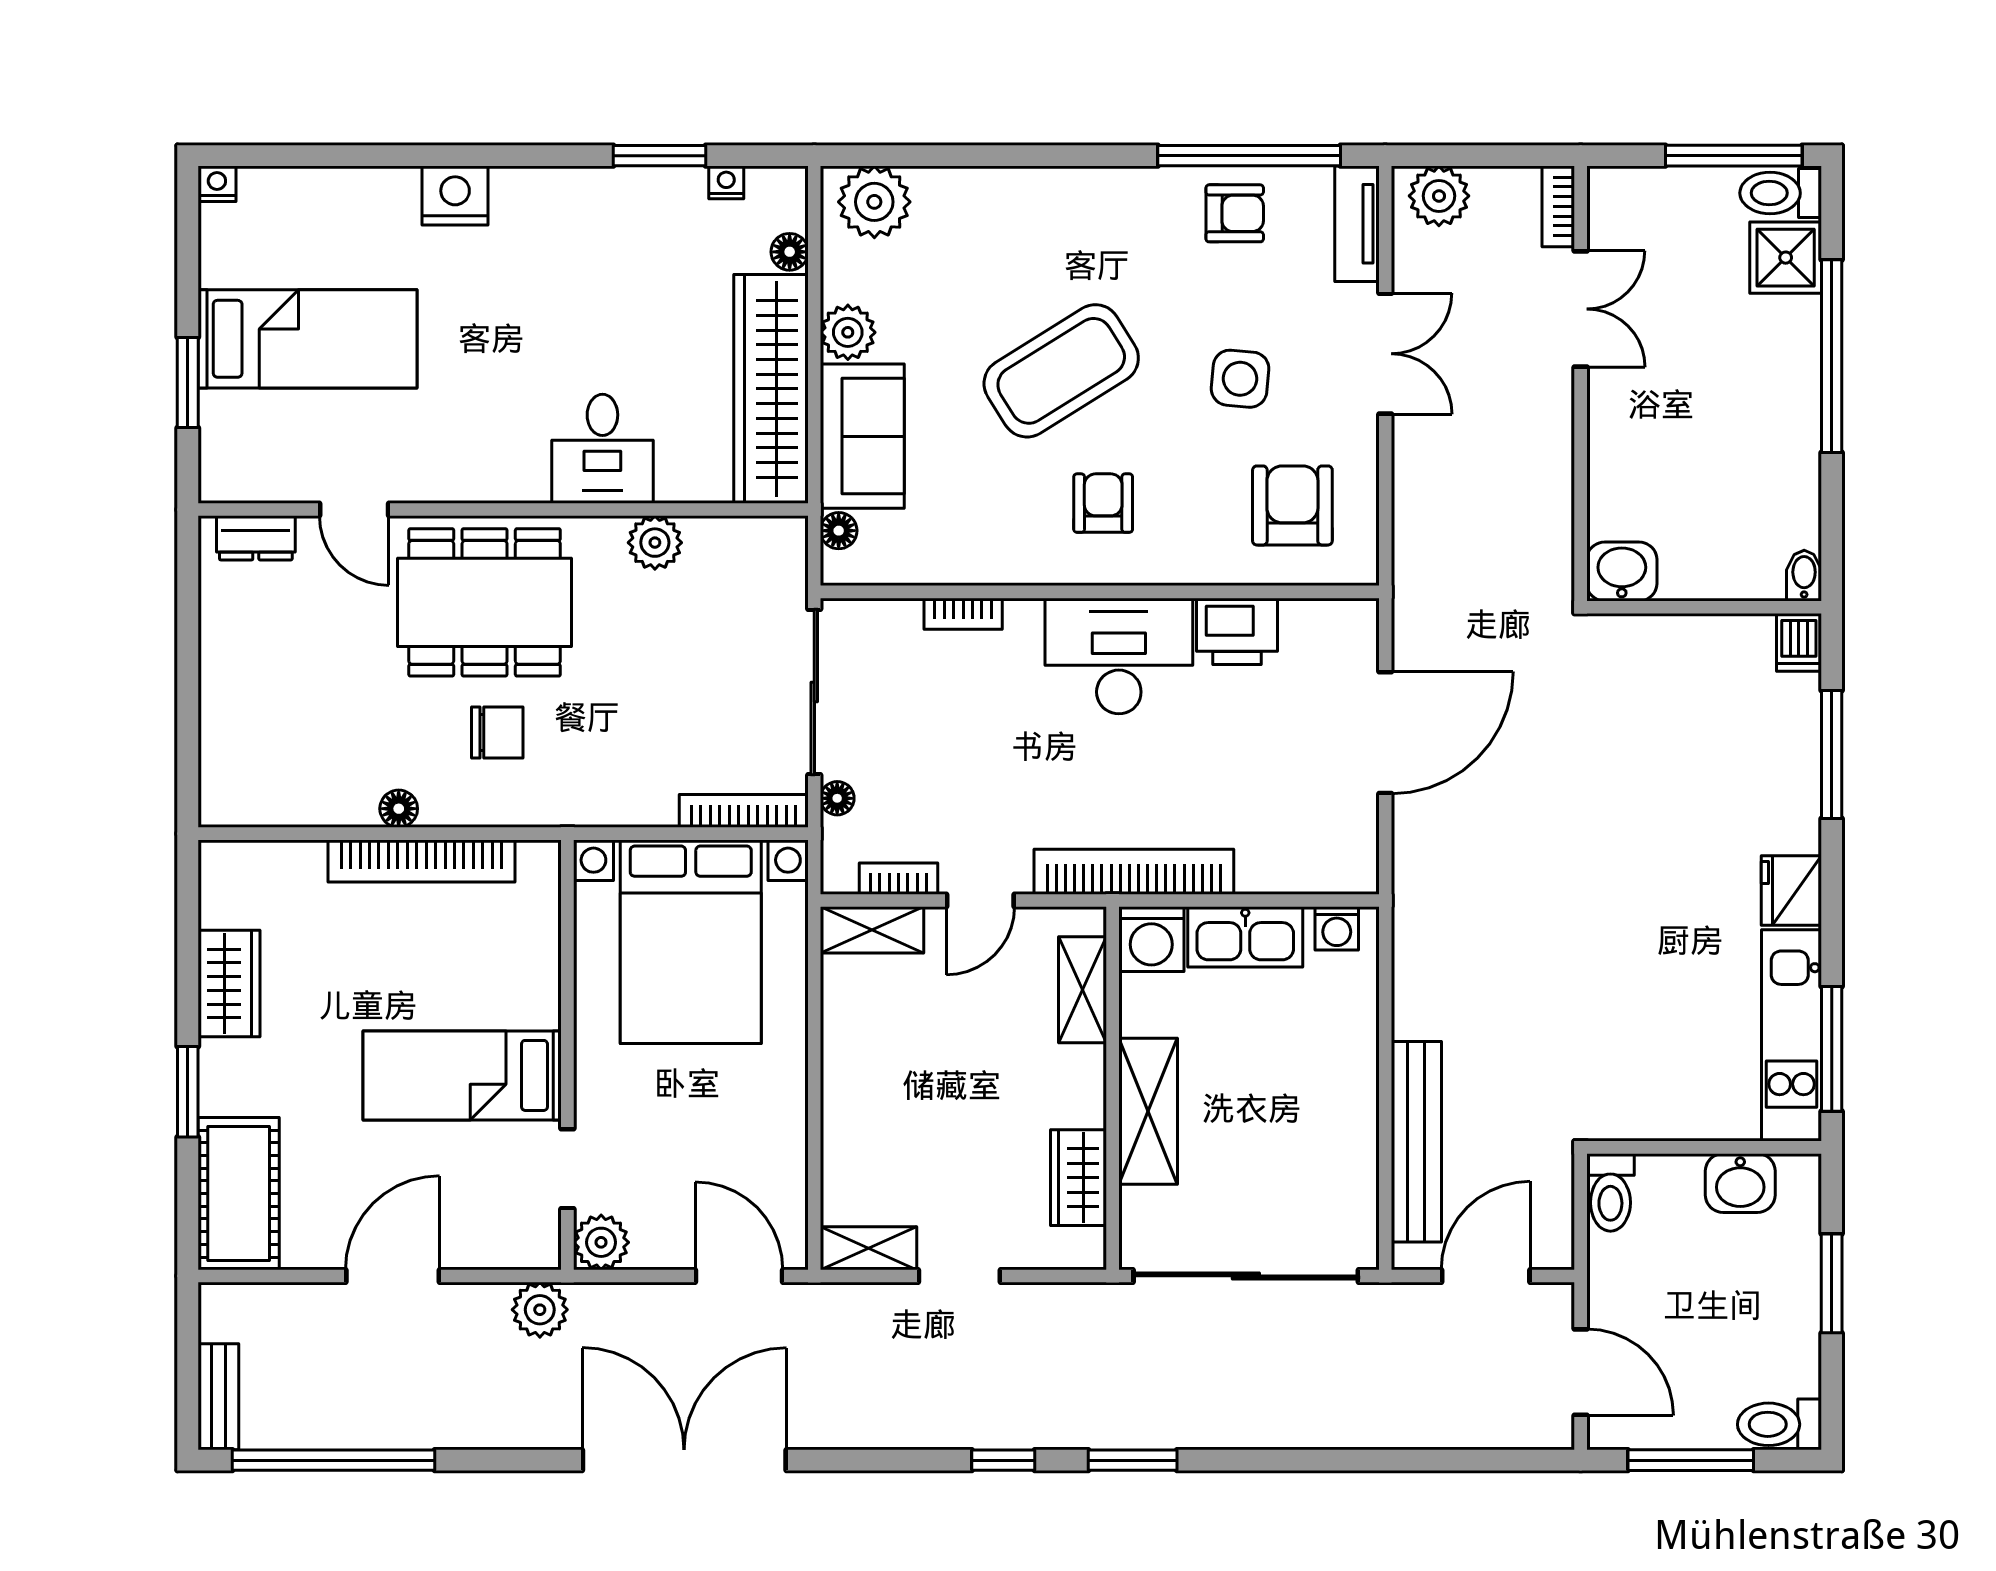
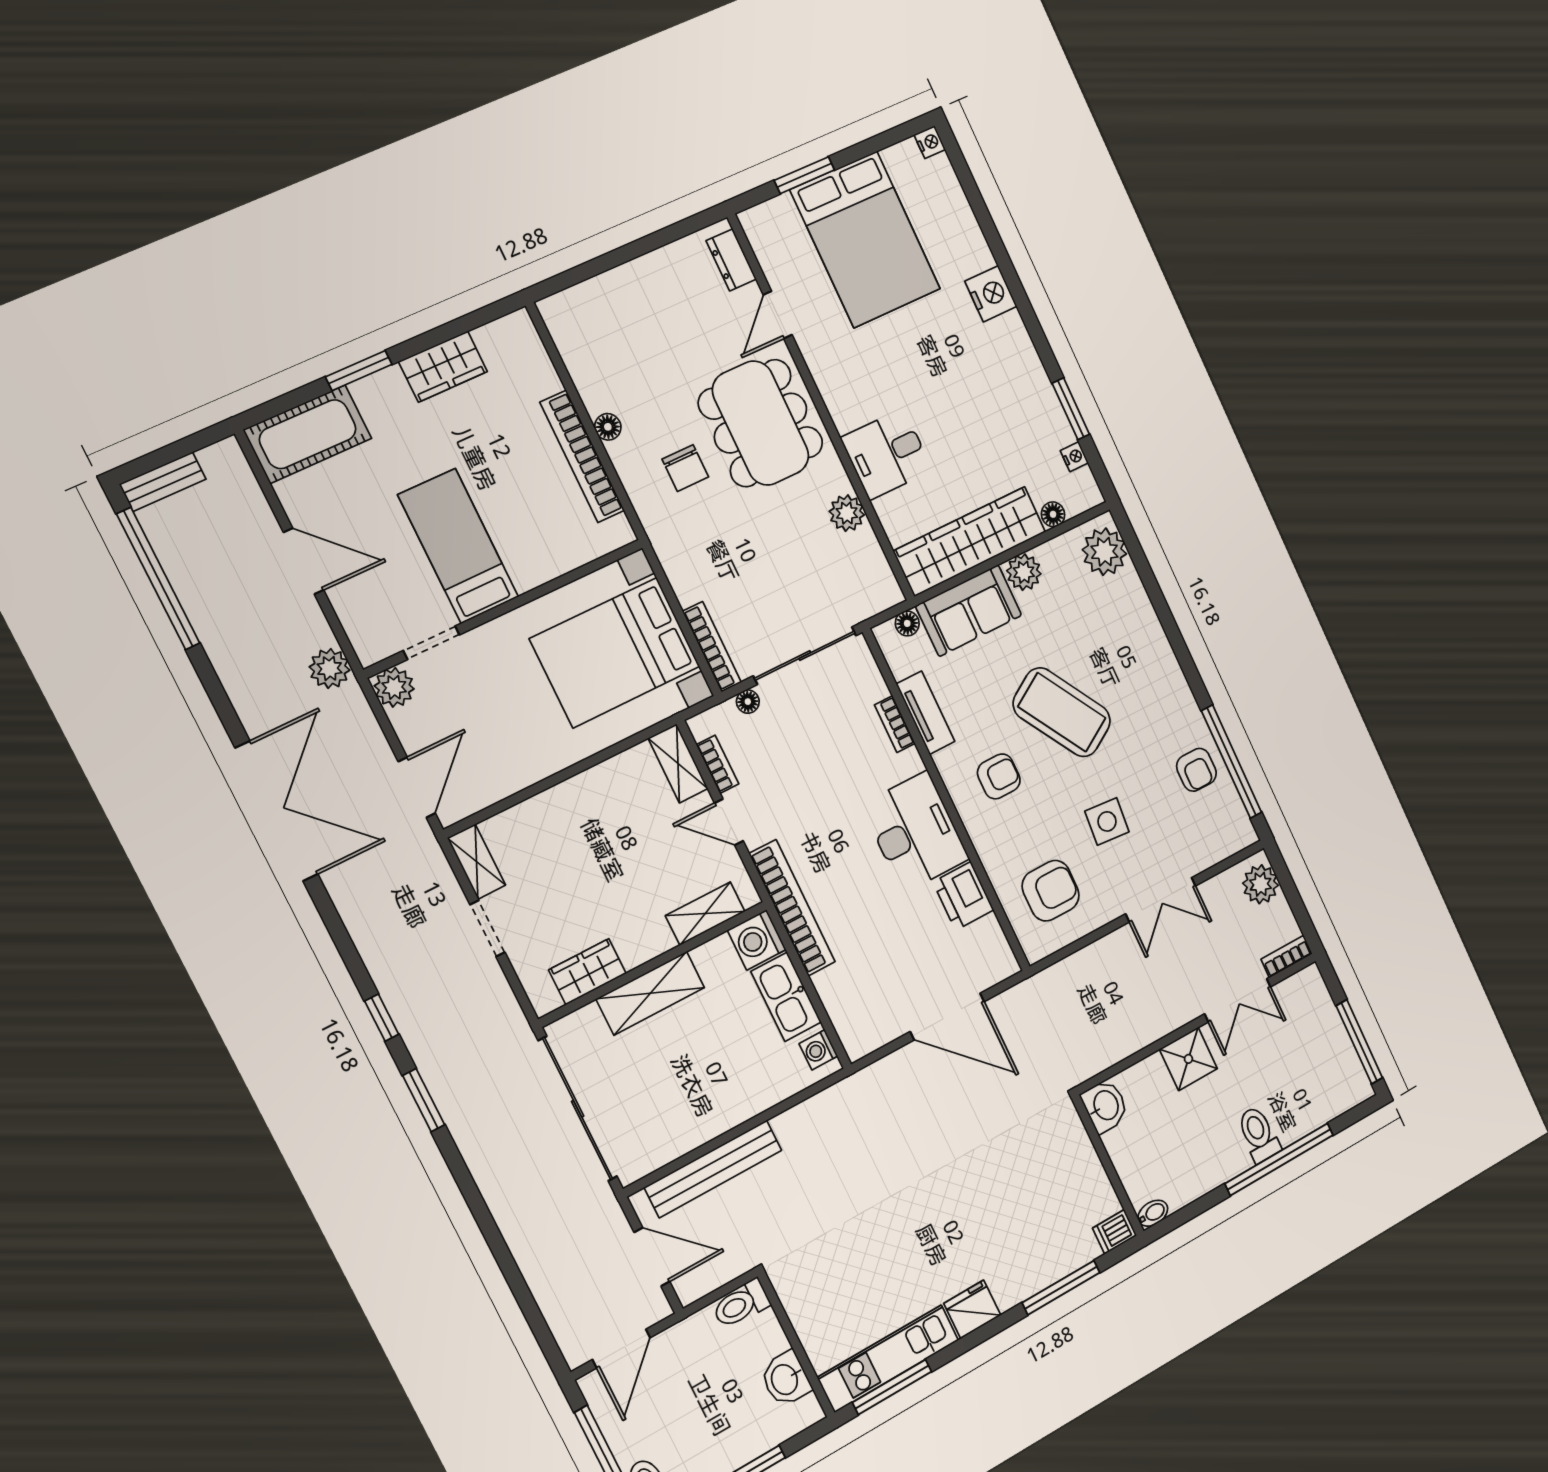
toilet: (1781, 193) -> (1259, 1134), moved
tv unit: (1357, 224) -> (926, 713), moved, turned 90
shower: (1786, 258) -> (1188, 1059), moved
bed: (307, 339) -> (865, 239), width x1.50

